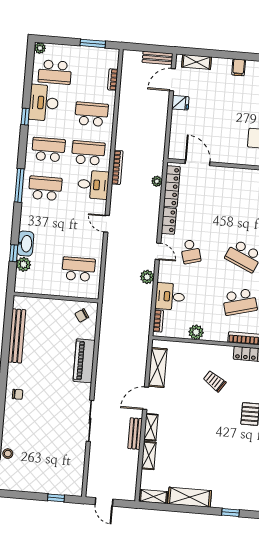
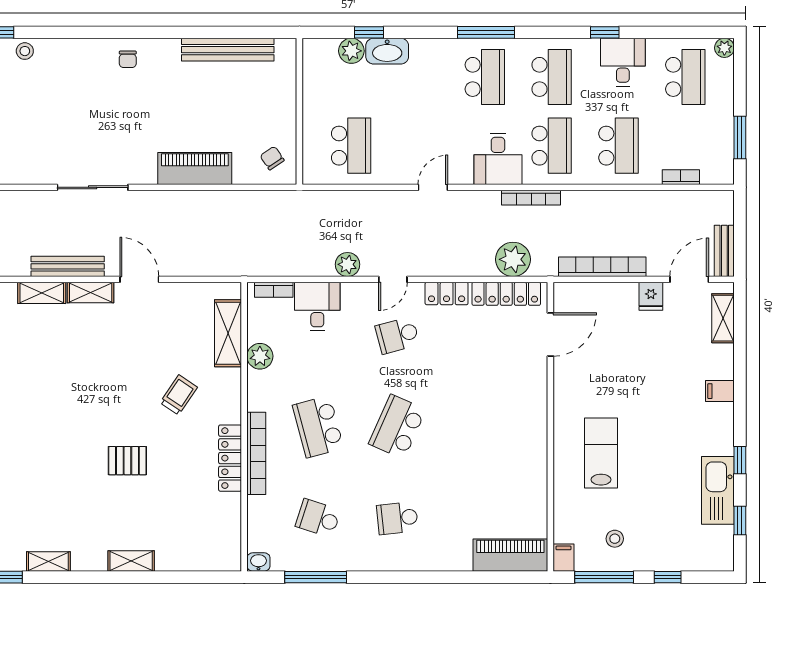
school desk: (55, 72) -> (685, 77), turned 180
door: (172, 80) -> (689, 279), hinge flipped
desk: (44, 103) -> (623, 62), width x0.73
bookcase: (161, 130) -> (602, 267), added
plant: (157, 181) -> (513, 259), width x1.88, depth x1.88
shelving: (158, 368) -> (228, 333), moved, turned 90
bench: (135, 434) -> (68, 266), width x1.36

